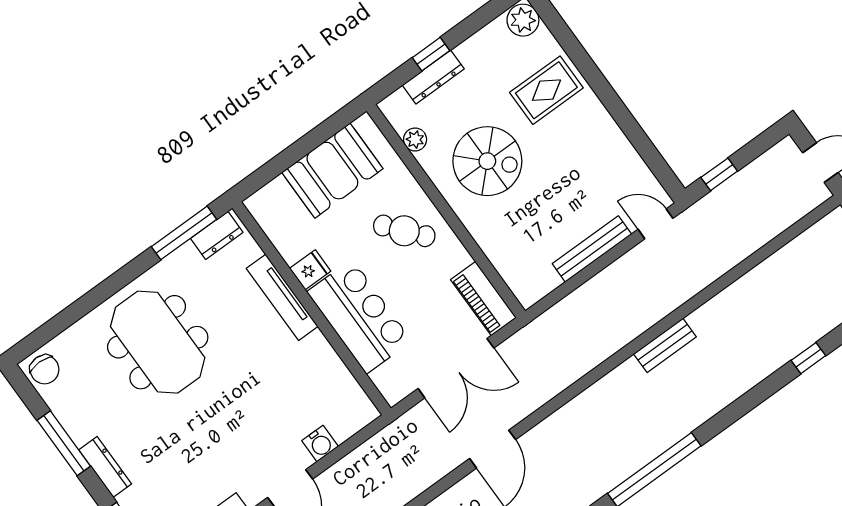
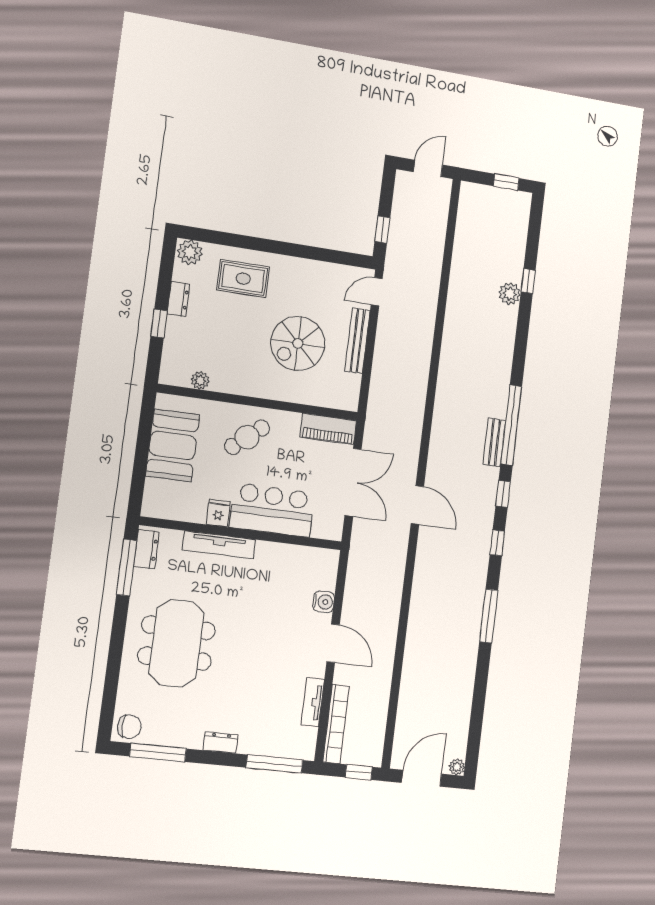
dresser: (433, 77) -> (178, 299), moved, width x0.70
rug: (546, 90) -> (243, 279), turned 90
spiral stairs: (487, 161) -> (298, 343), moved, turned 180
meeting table: (158, 342) -> (177, 643), turned 90
bench: (665, 345) -> (494, 442), moved
plant: (779, 351) -> (510, 294), added
window: (64, 443) -> (158, 752), moved
dresser: (105, 467) -> (221, 742), width x0.70

